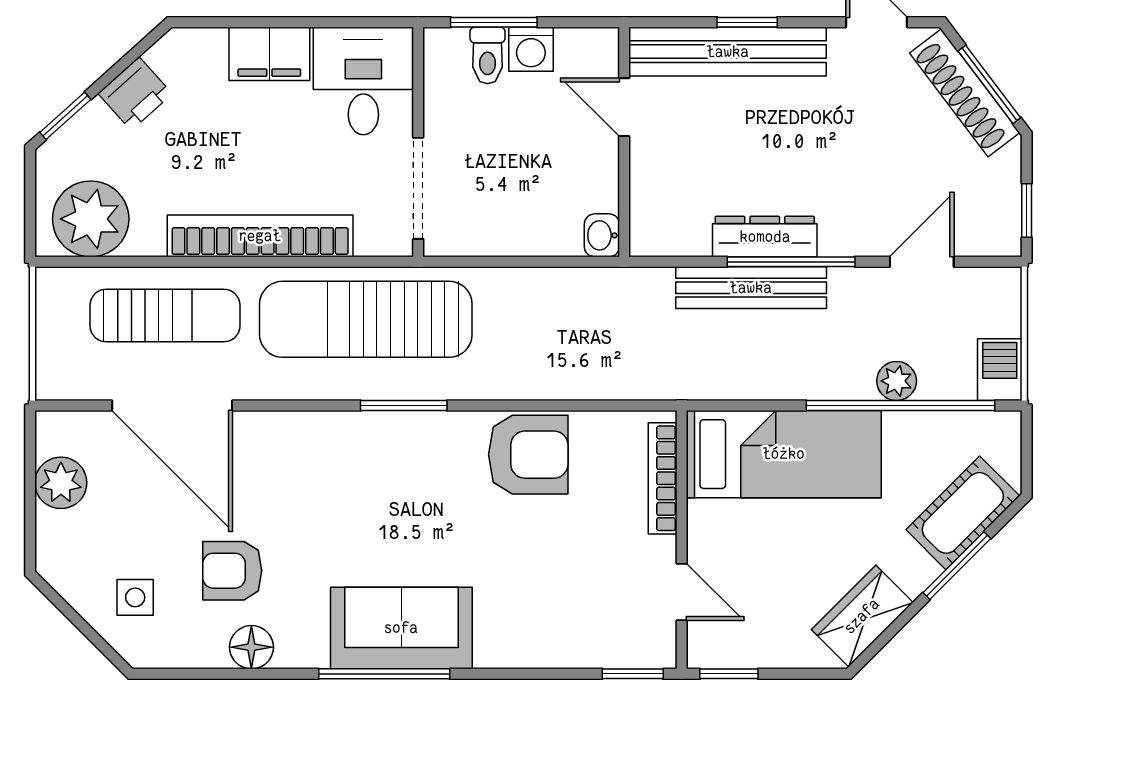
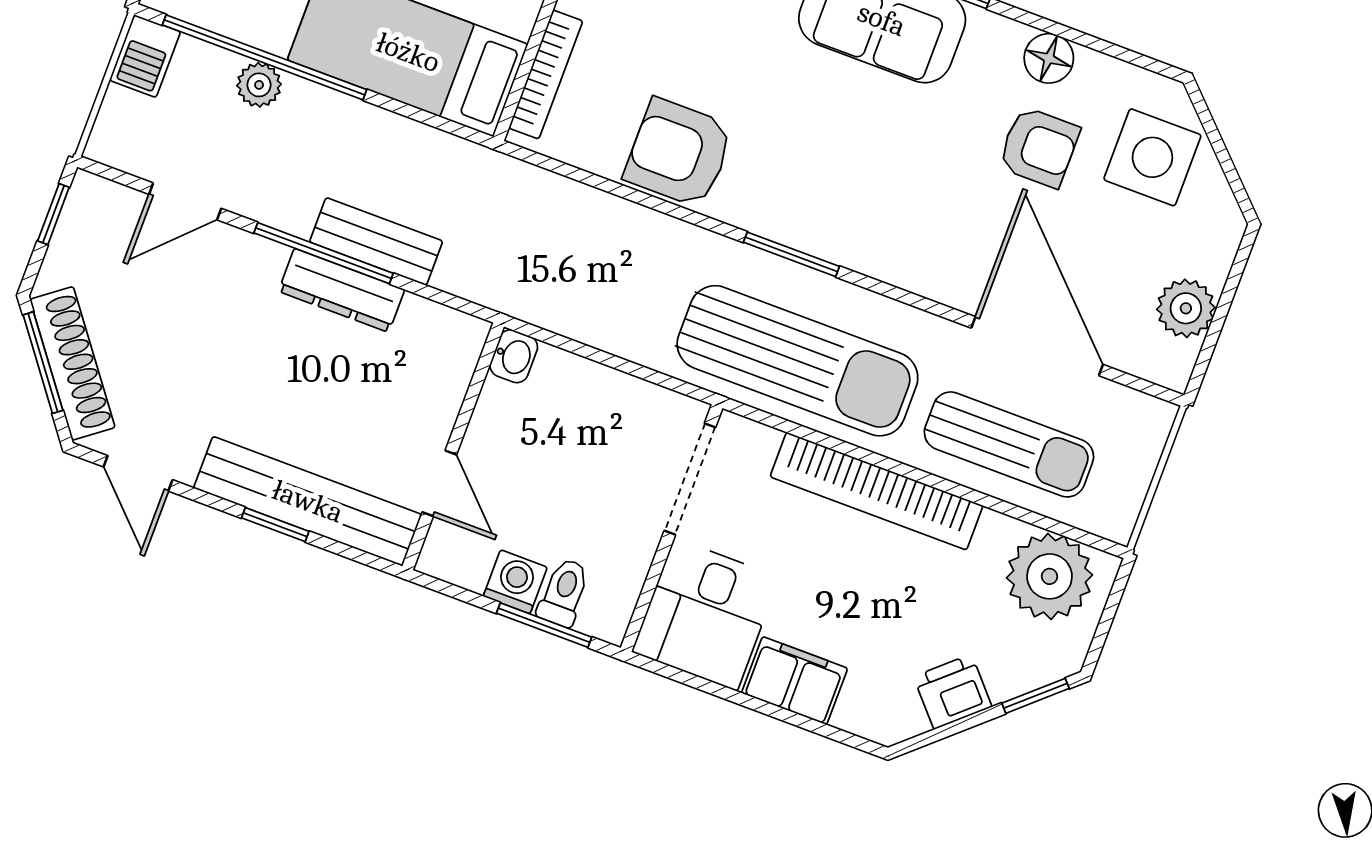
bench: (751, 288) -> (376, 242), width x0.73
sun lounger: (165, 316) -> (1009, 444), turned 180
side table: (135, 597) -> (1152, 157), width x1.87, depth x1.87

